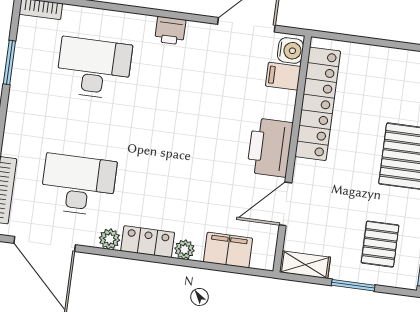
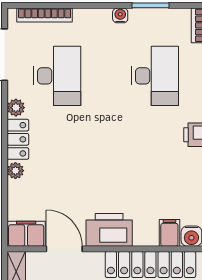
water cooler: (17, 100) -> (120, 15), added
filing cabinet: (228, 250) -> (26, 234), moved, turned -90

